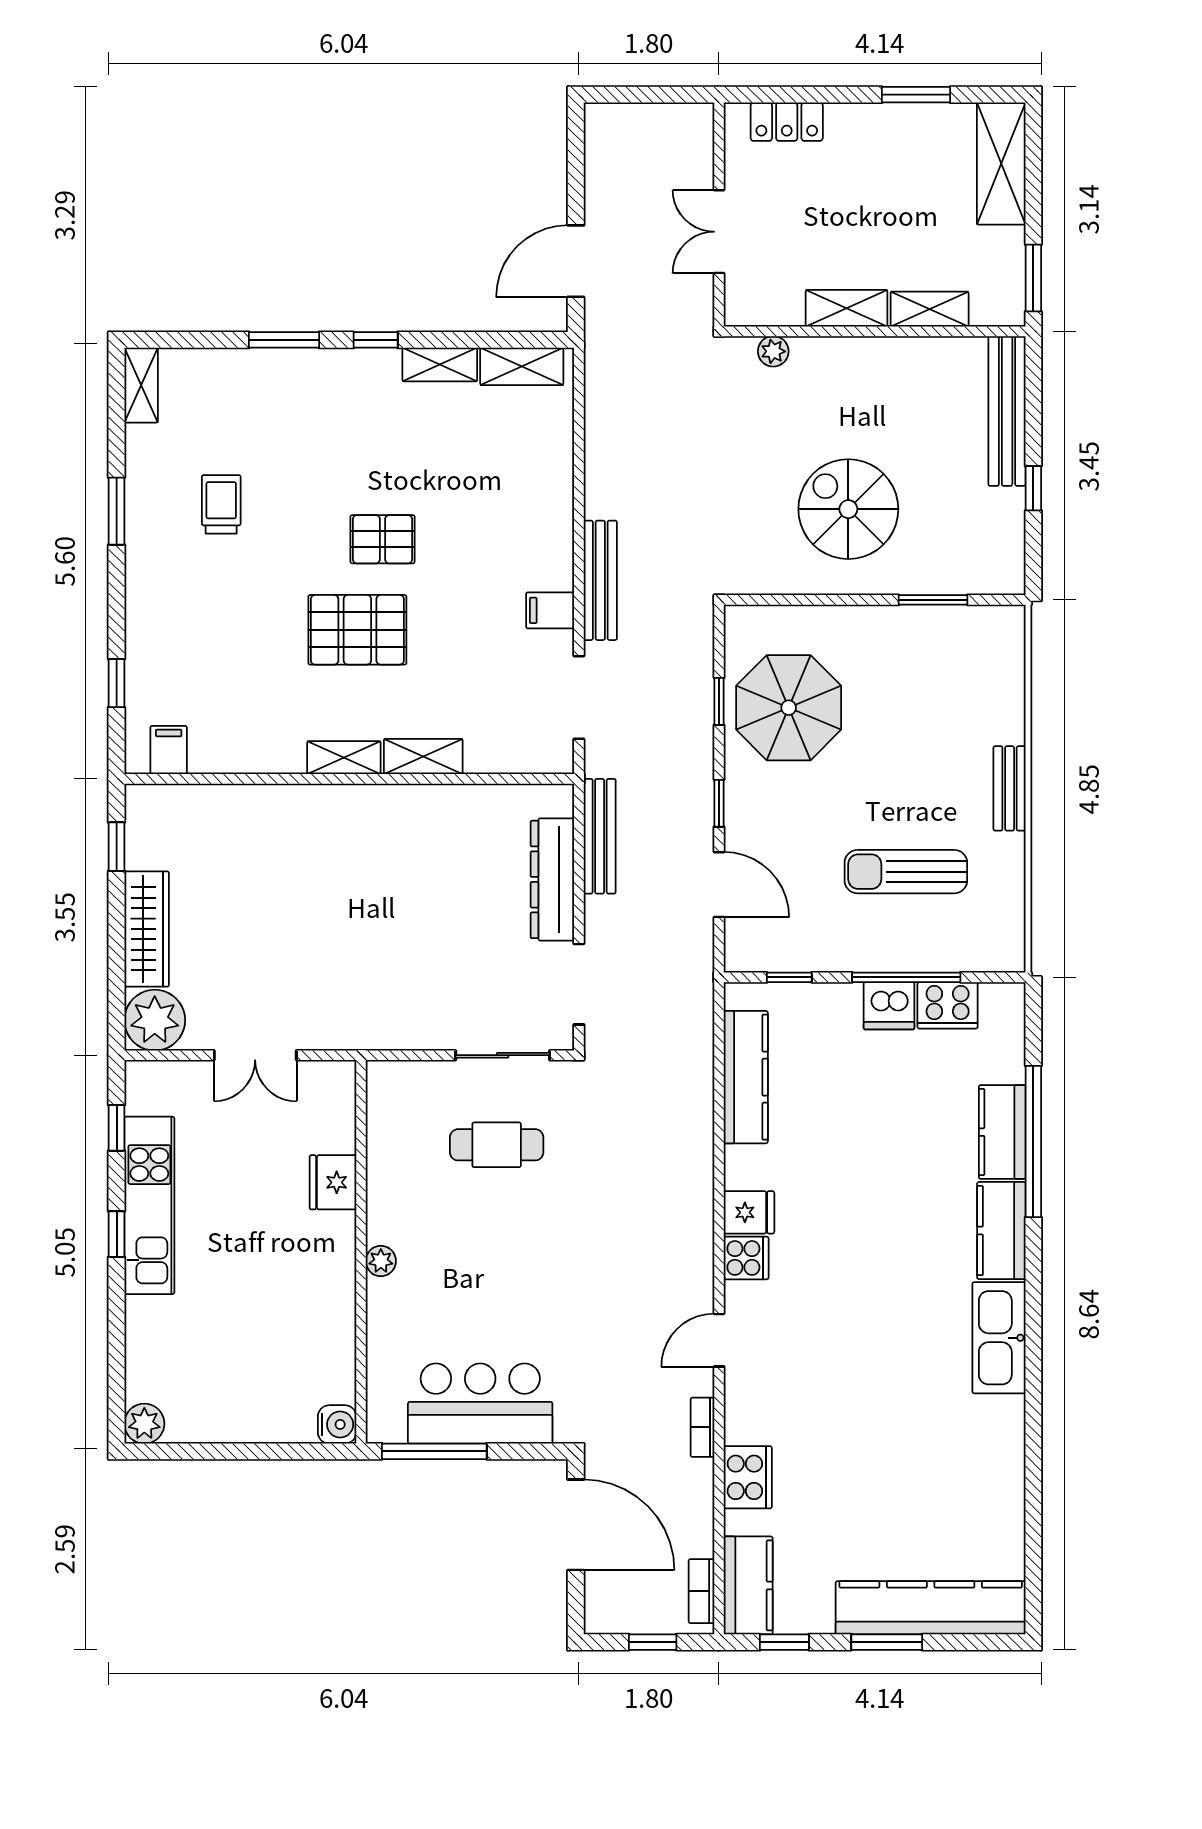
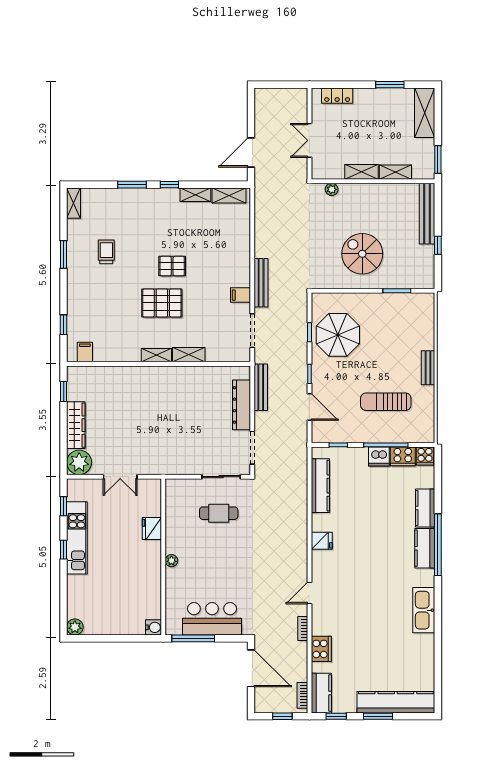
window: (1033, 1142) -> (438, 545), moved
cooker: (746, 1258) -> (425, 456), moved, turned 90
kitchen sink: (999, 1338) -> (424, 610), moved

